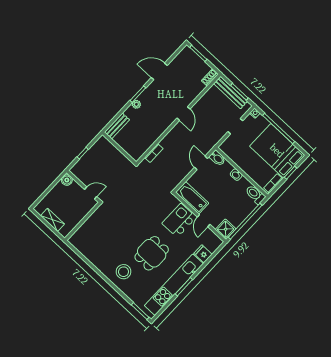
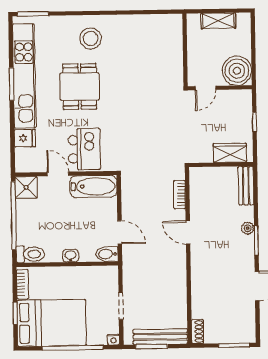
door: (183, 114) -> (188, 232), moved
wardrobe: (109, 150) -> (230, 153), added
boiler: (67, 180) -> (237, 71), width x1.86, depth x1.86

